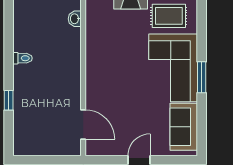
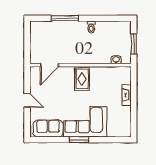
rug: (169, 16) -> (82, 79), moved
window: (9, 100) -> (65, 18), width x2.17

